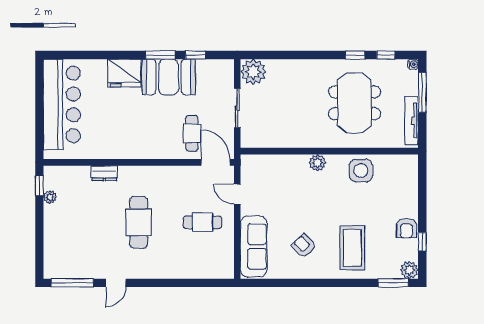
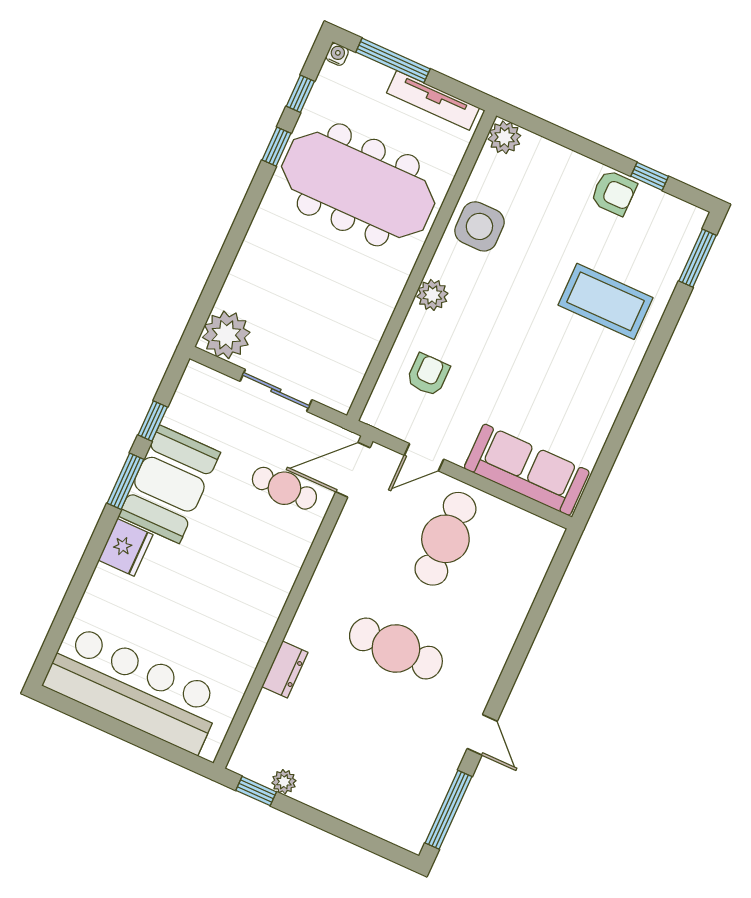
fridge: (124, 73) -> (126, 547), width x0.73, depth x0.75
meeting table: (355, 103) -> (358, 185), width x1.36
cafe table: (203, 222) -> (445, 539), width x1.37, depth x1.35
armchair: (304, 246) -> (428, 375), moved, turned 134
plant: (409, 270) -> (504, 137), moved

